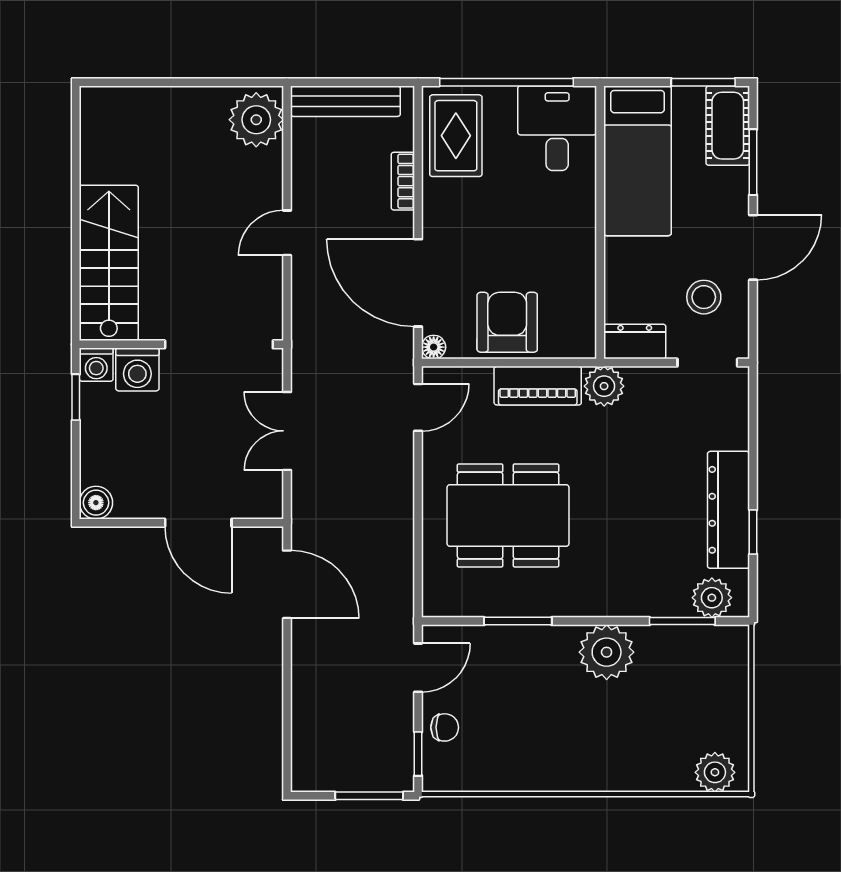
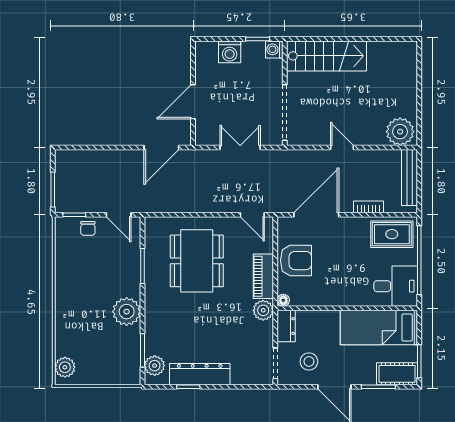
floor lamp: (434, 347) -> (283, 300), moved
washing machine: (137, 370) -> (230, 52), moved, turned -90
boiler: (96, 503) -> (203, 49), removed

